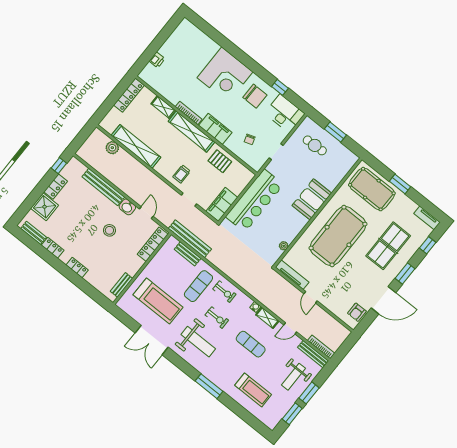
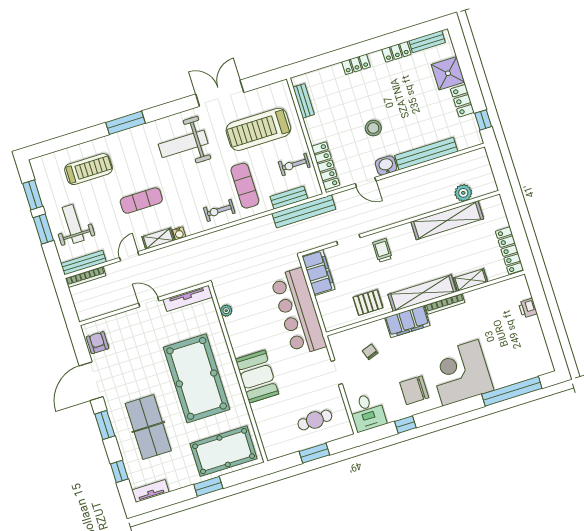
window: (215, 35) -> (512, 391), added
desk: (285, 113) -> (367, 412), width x0.73
exercise bike: (217, 318) -> (294, 165), moved
treadmill: (253, 390) -> (88, 169), turned 180

